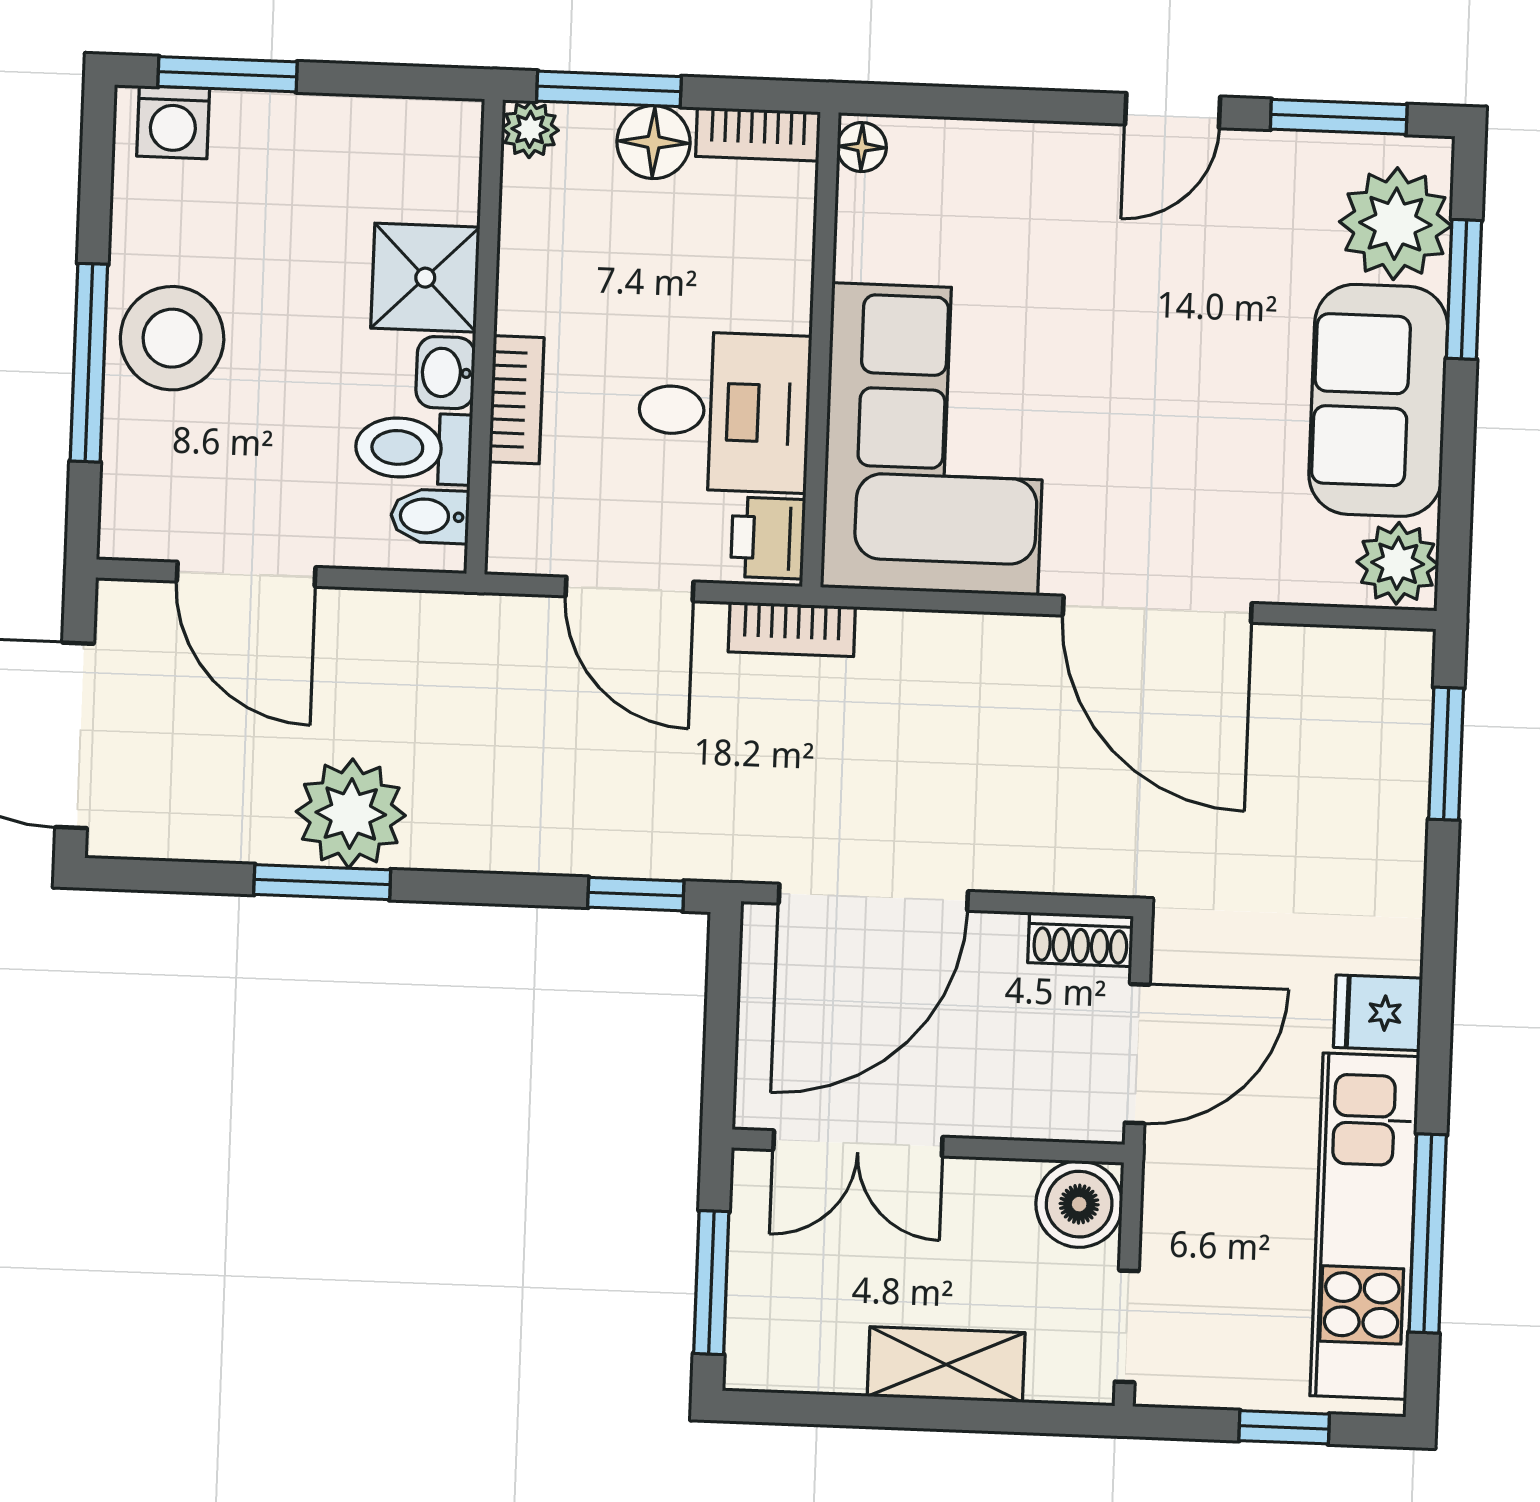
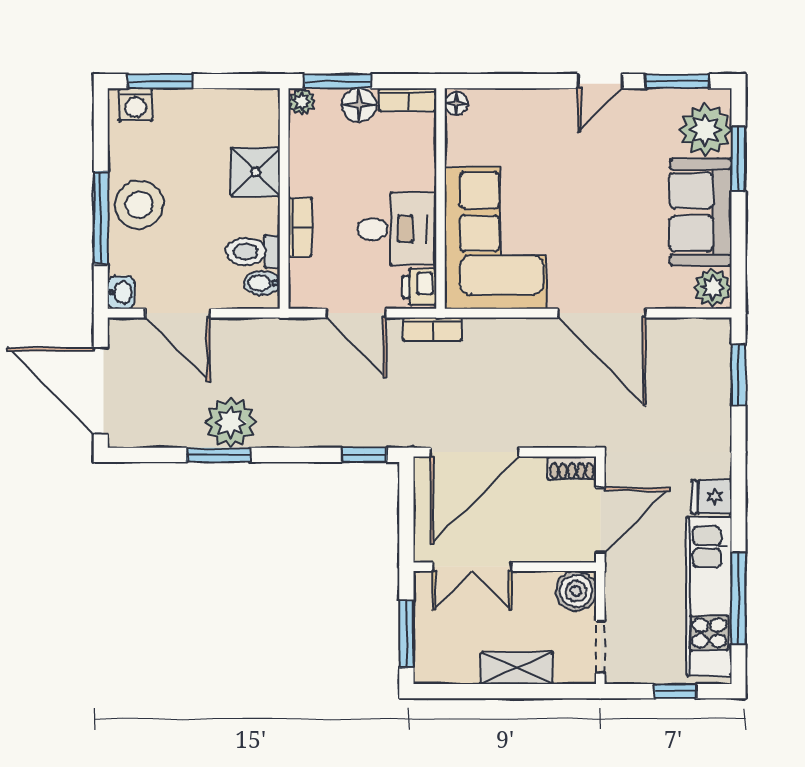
washbasin: (445, 373) -> (121, 292), moved, turned 180

